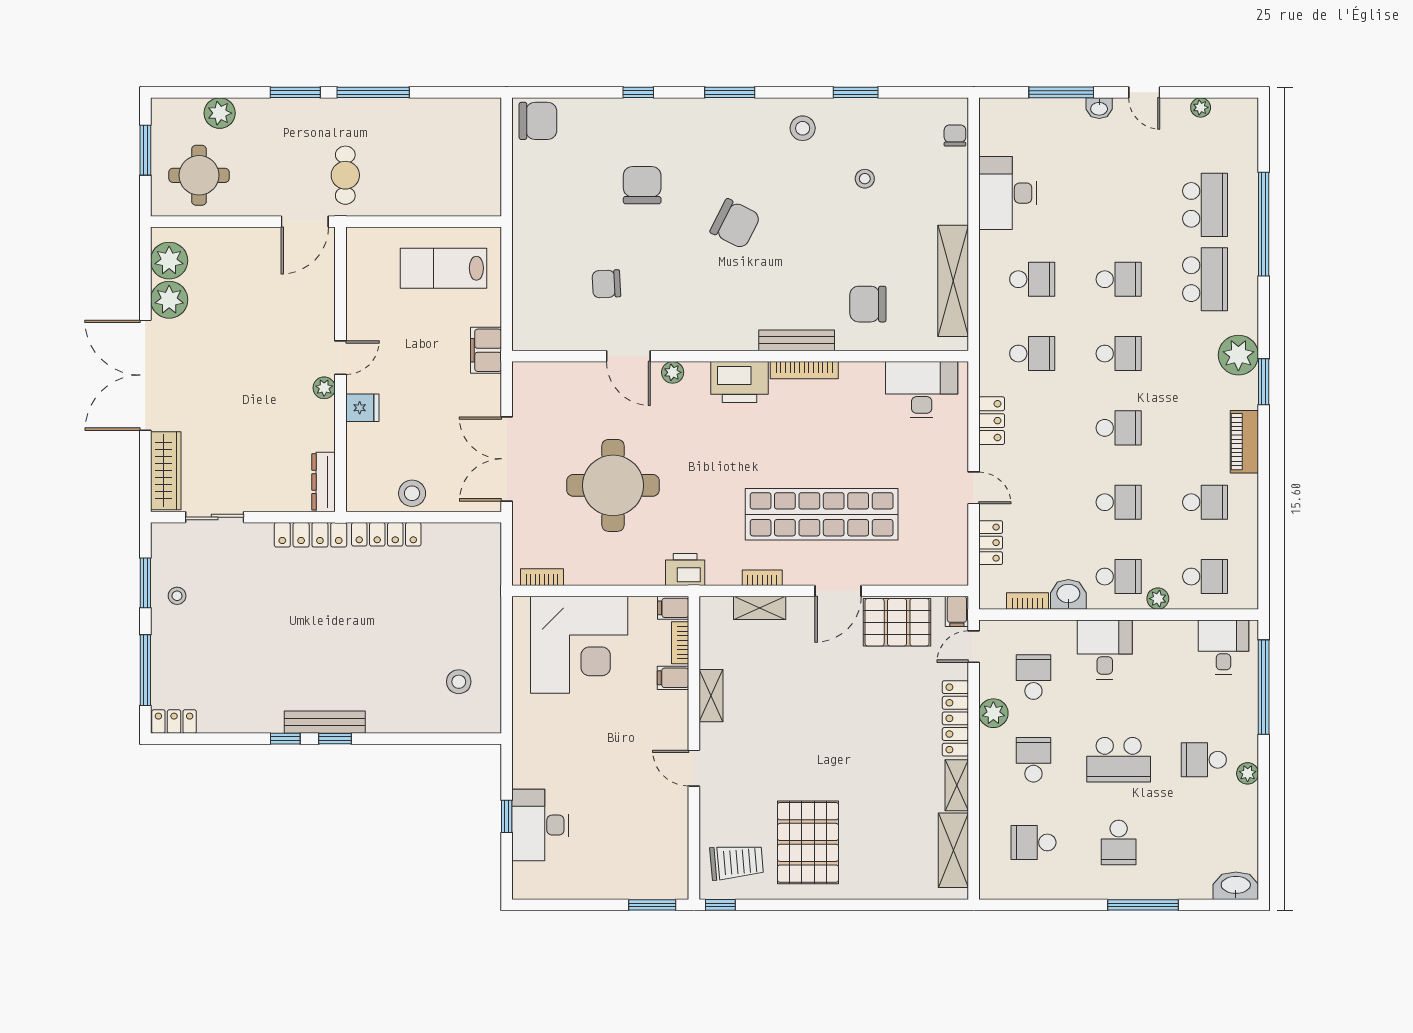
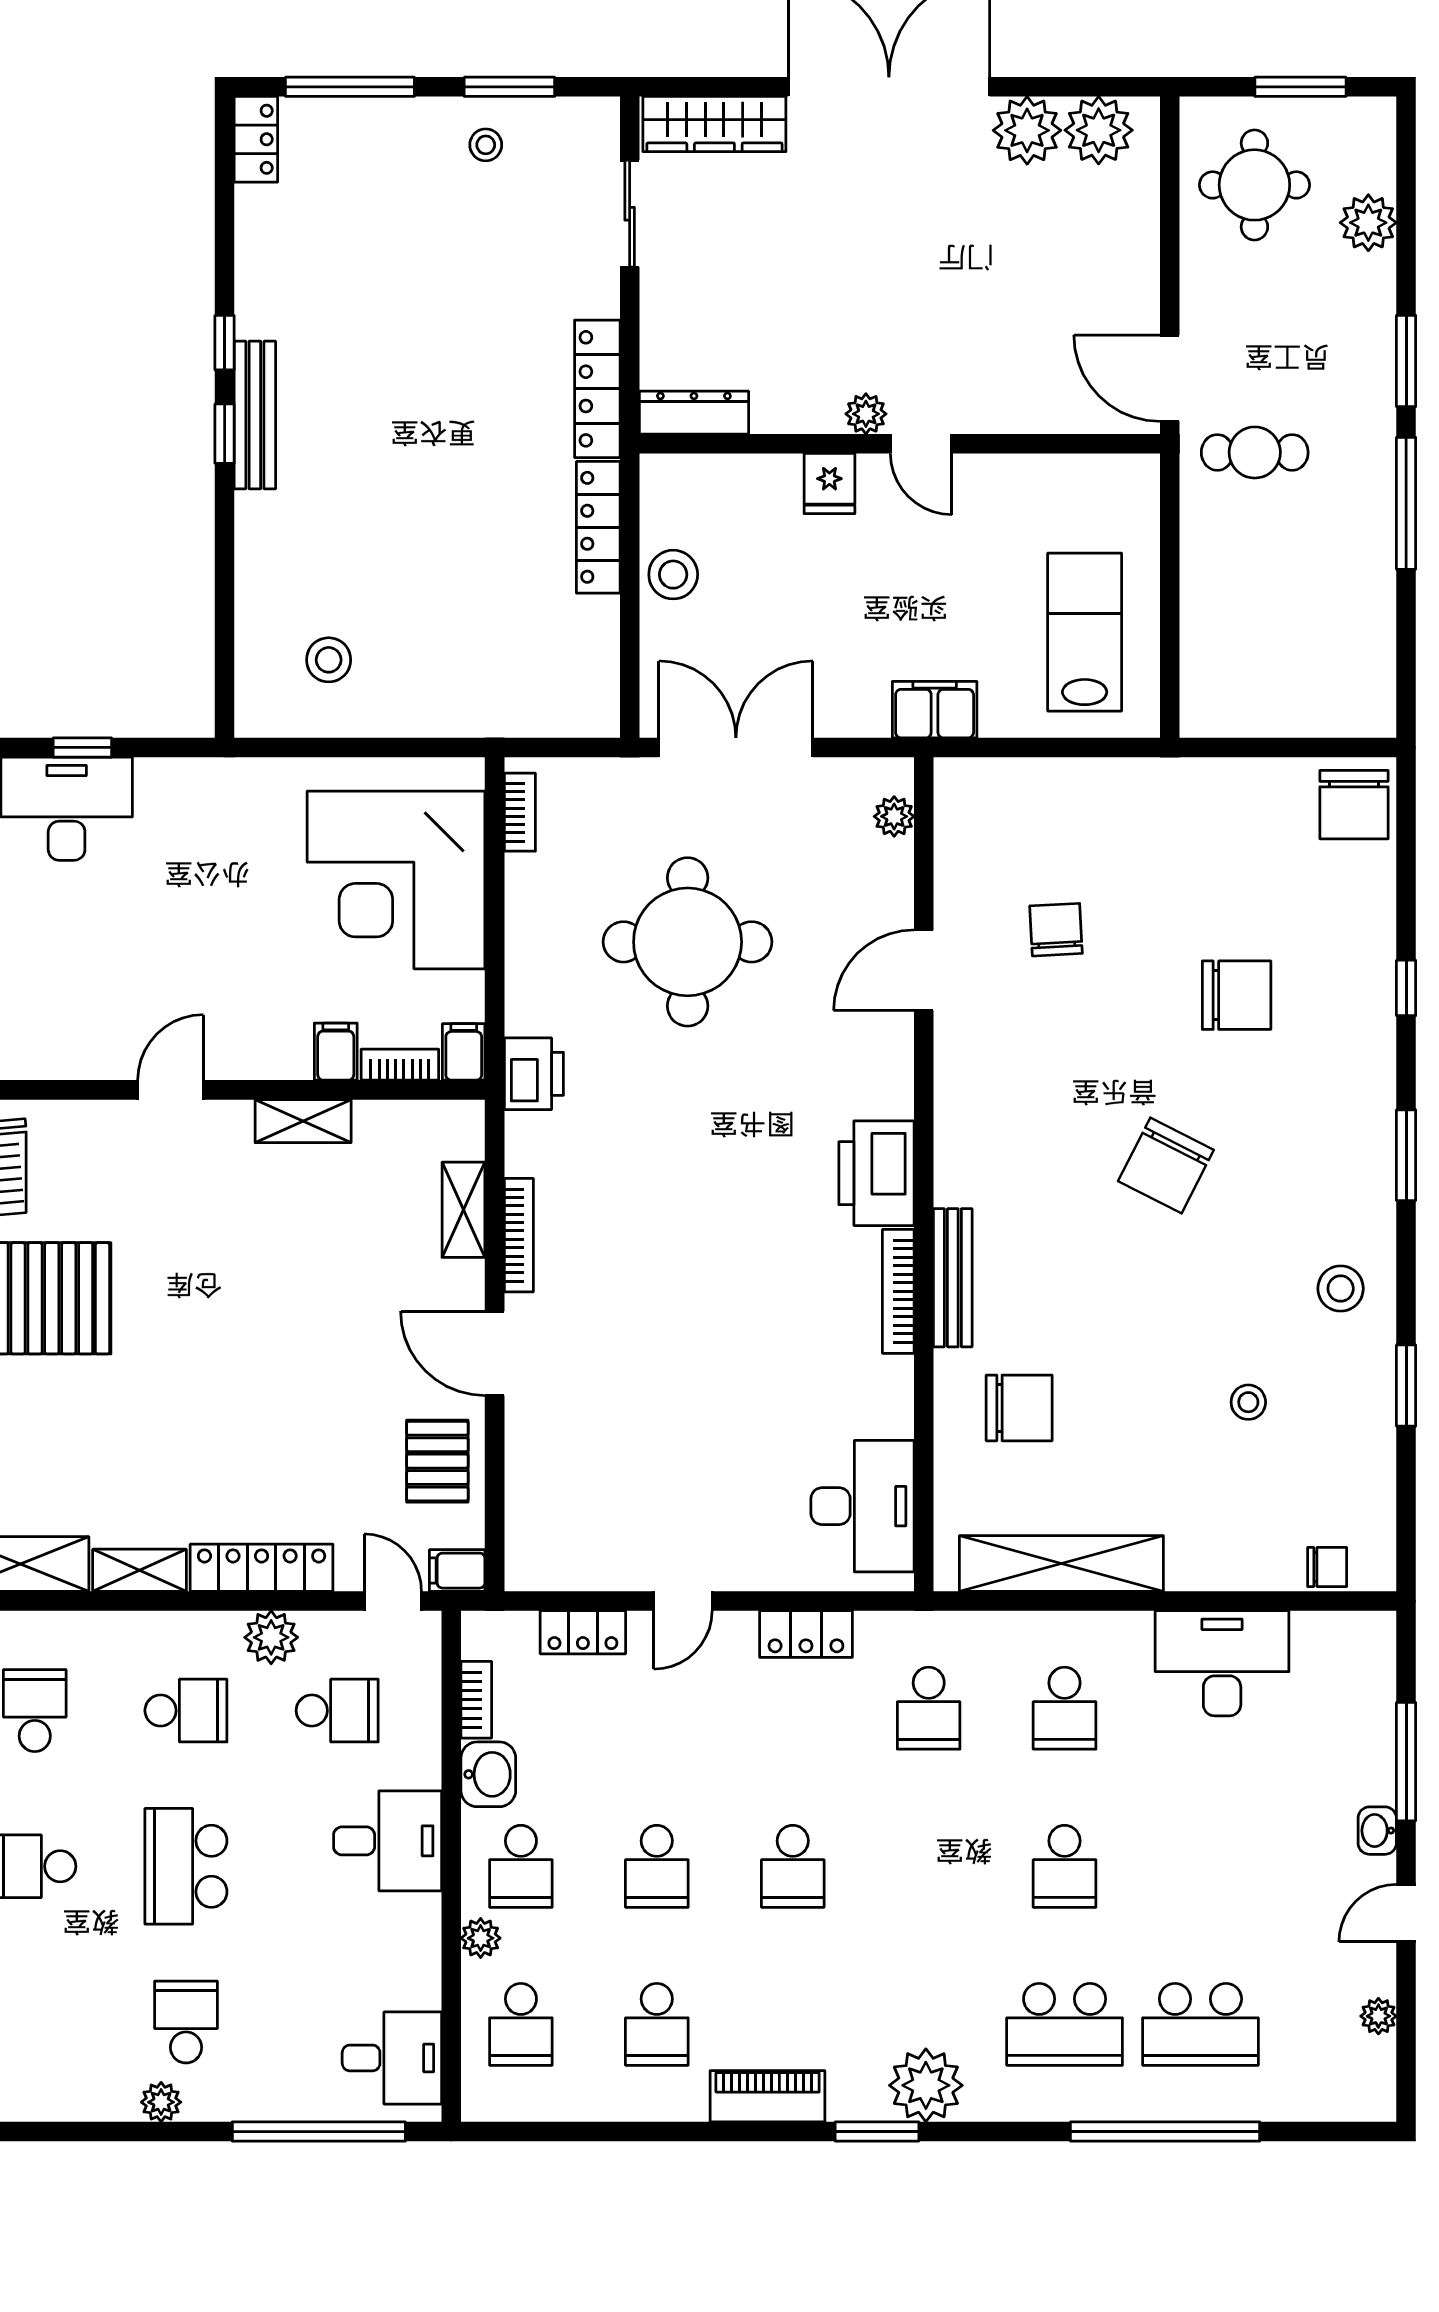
chair: (868, 304) -> (1019, 1408), turned 90
school desk: (1119, 354) -> (929, 1866), removed
plant: (673, 372) -> (894, 816), moved
shop shelf: (822, 514) -> (635, 1323), removed
bookcase: (762, 578) -> (519, 1235), width x1.56
pallet: (897, 622) -> (437, 1461), width x0.67, depth x0.71

